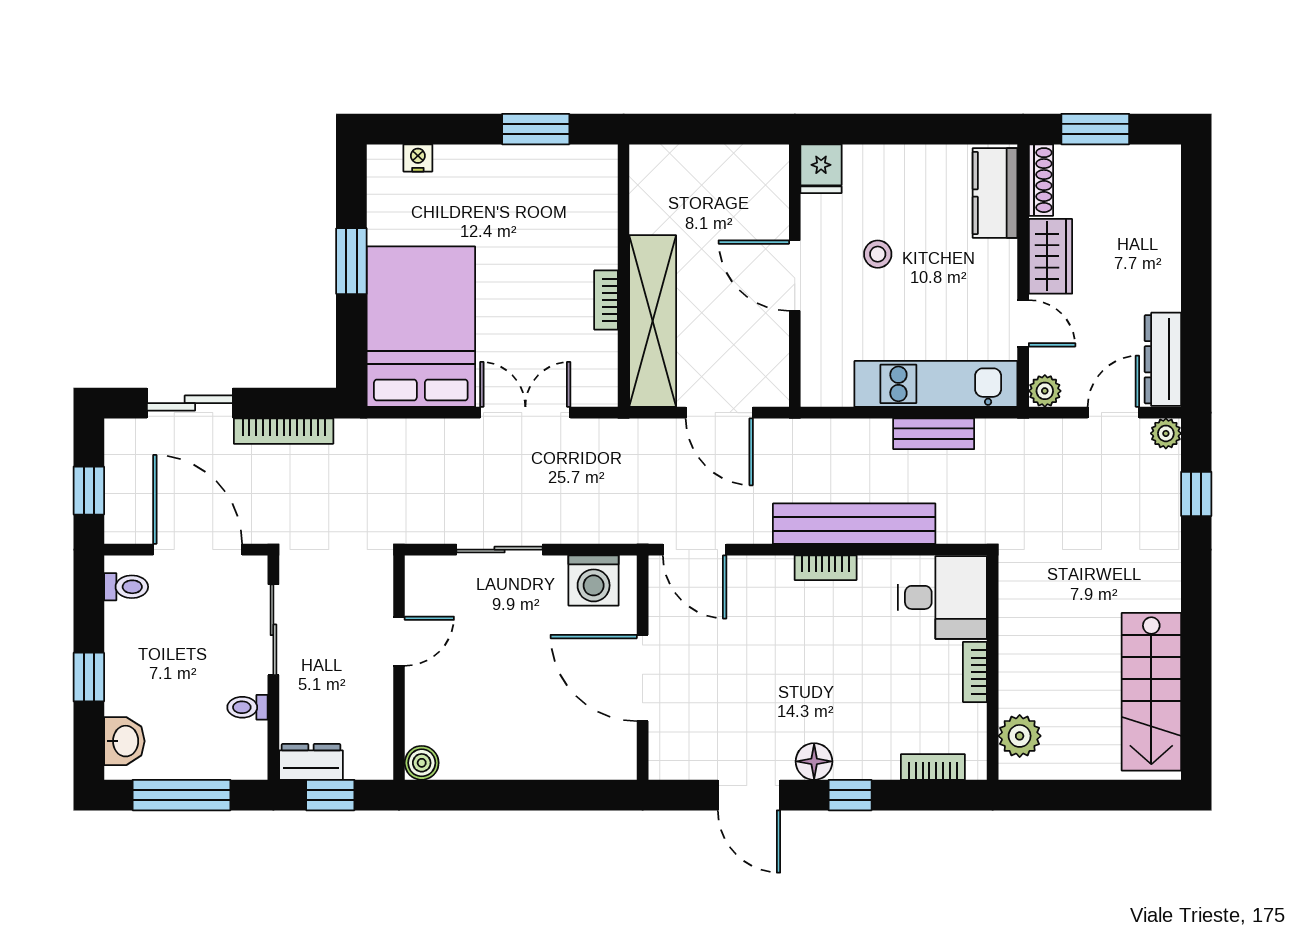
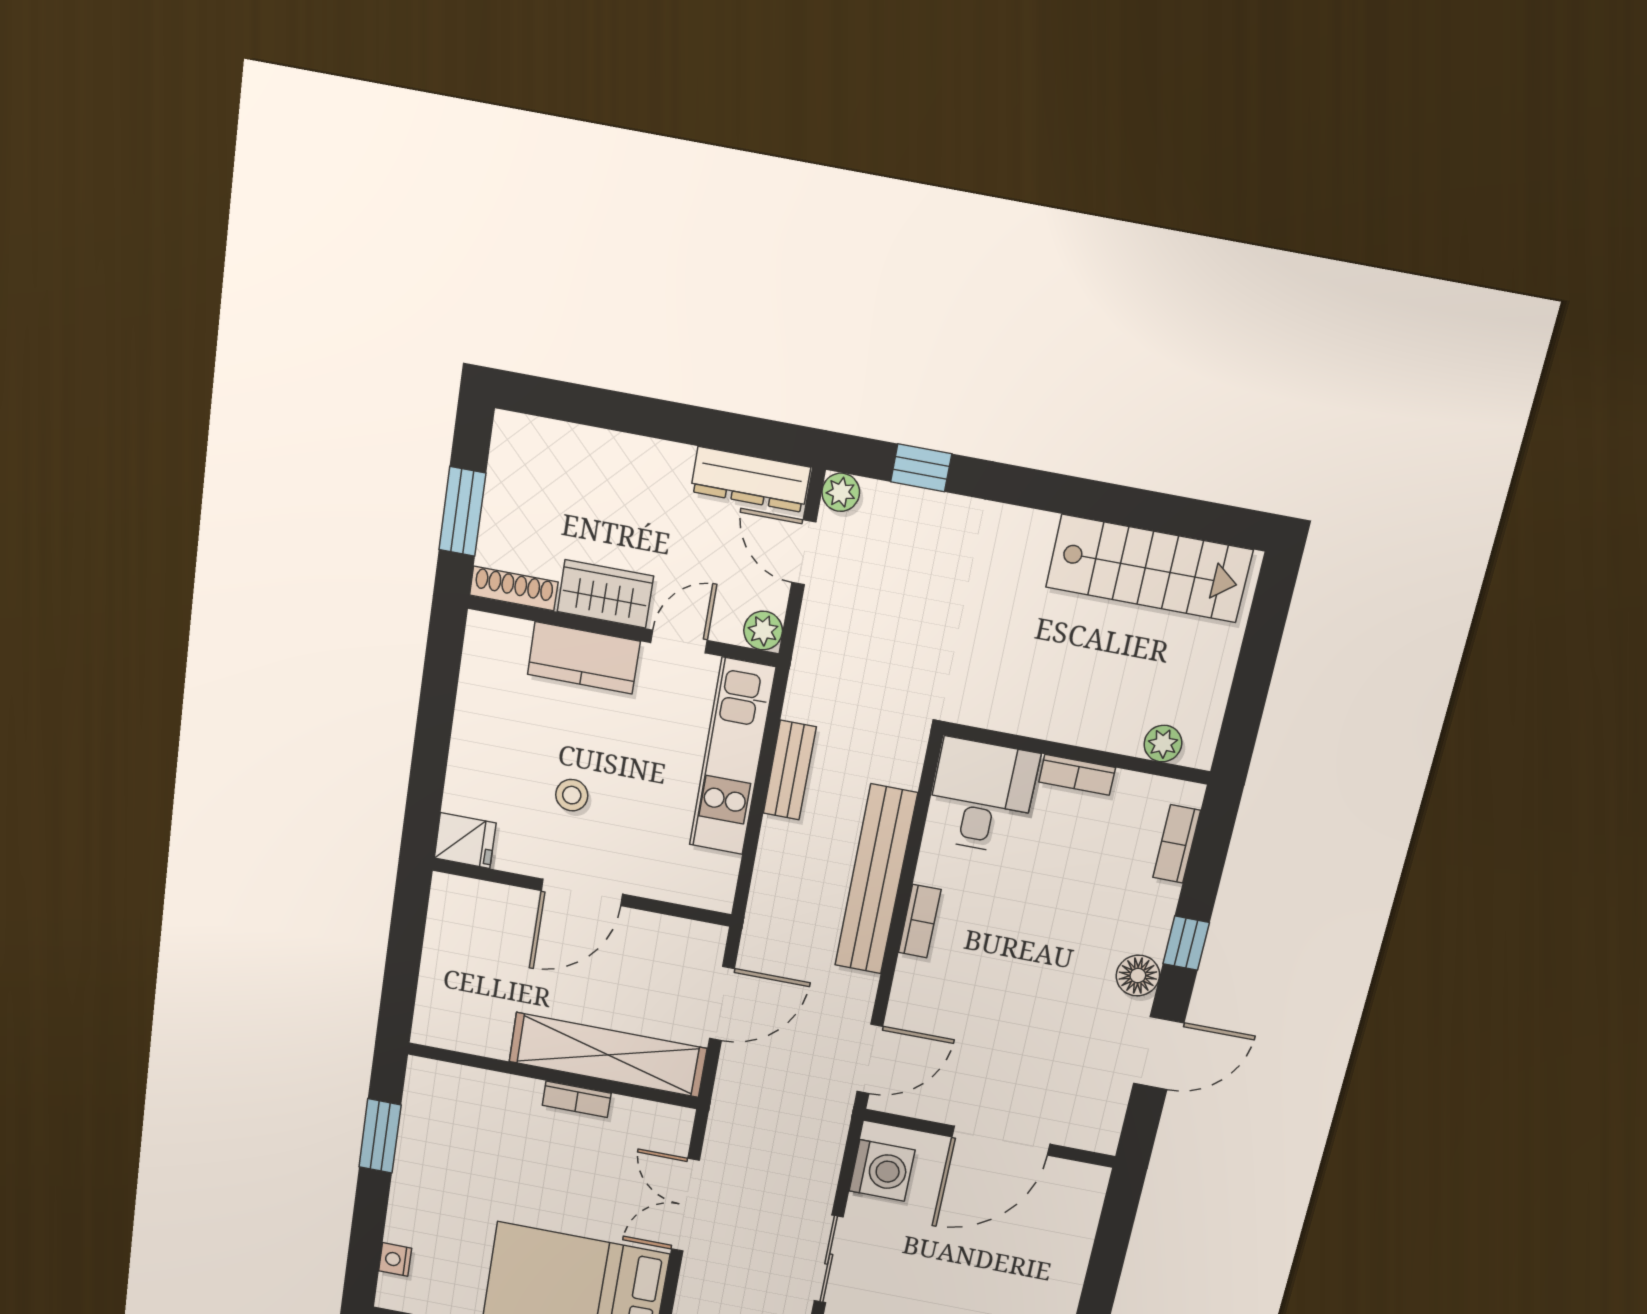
kitchen counter: (995, 193) -> (584, 658), moved
plant: (1020, 736) -> (1163, 744), width x0.73, depth x0.73

